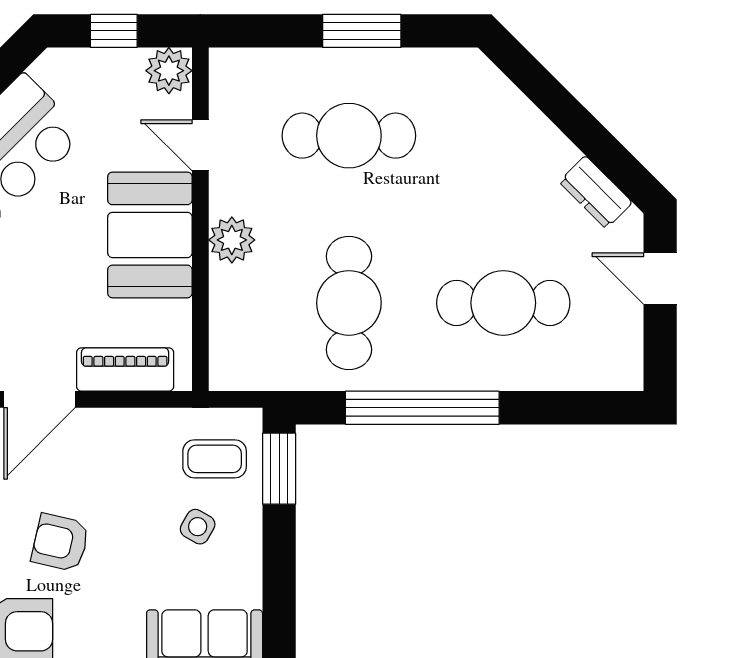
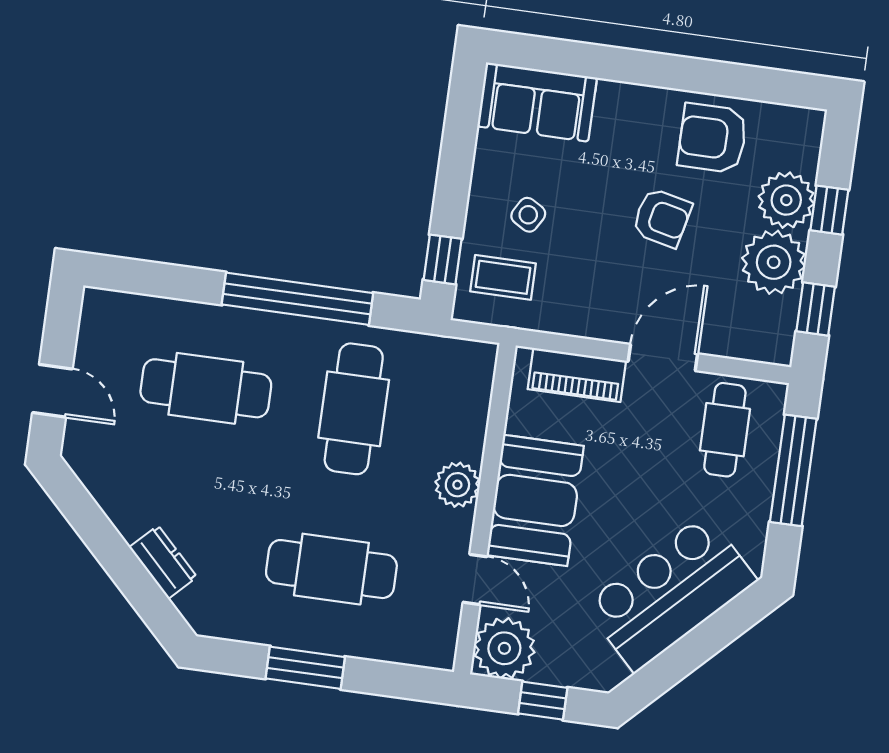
plant: (169, 71) -> (504, 648), width x1.36, depth x1.36
dresser: (596, 192) -> (163, 562), moved
window: (279, 469) -> (443, 259), width x0.67

